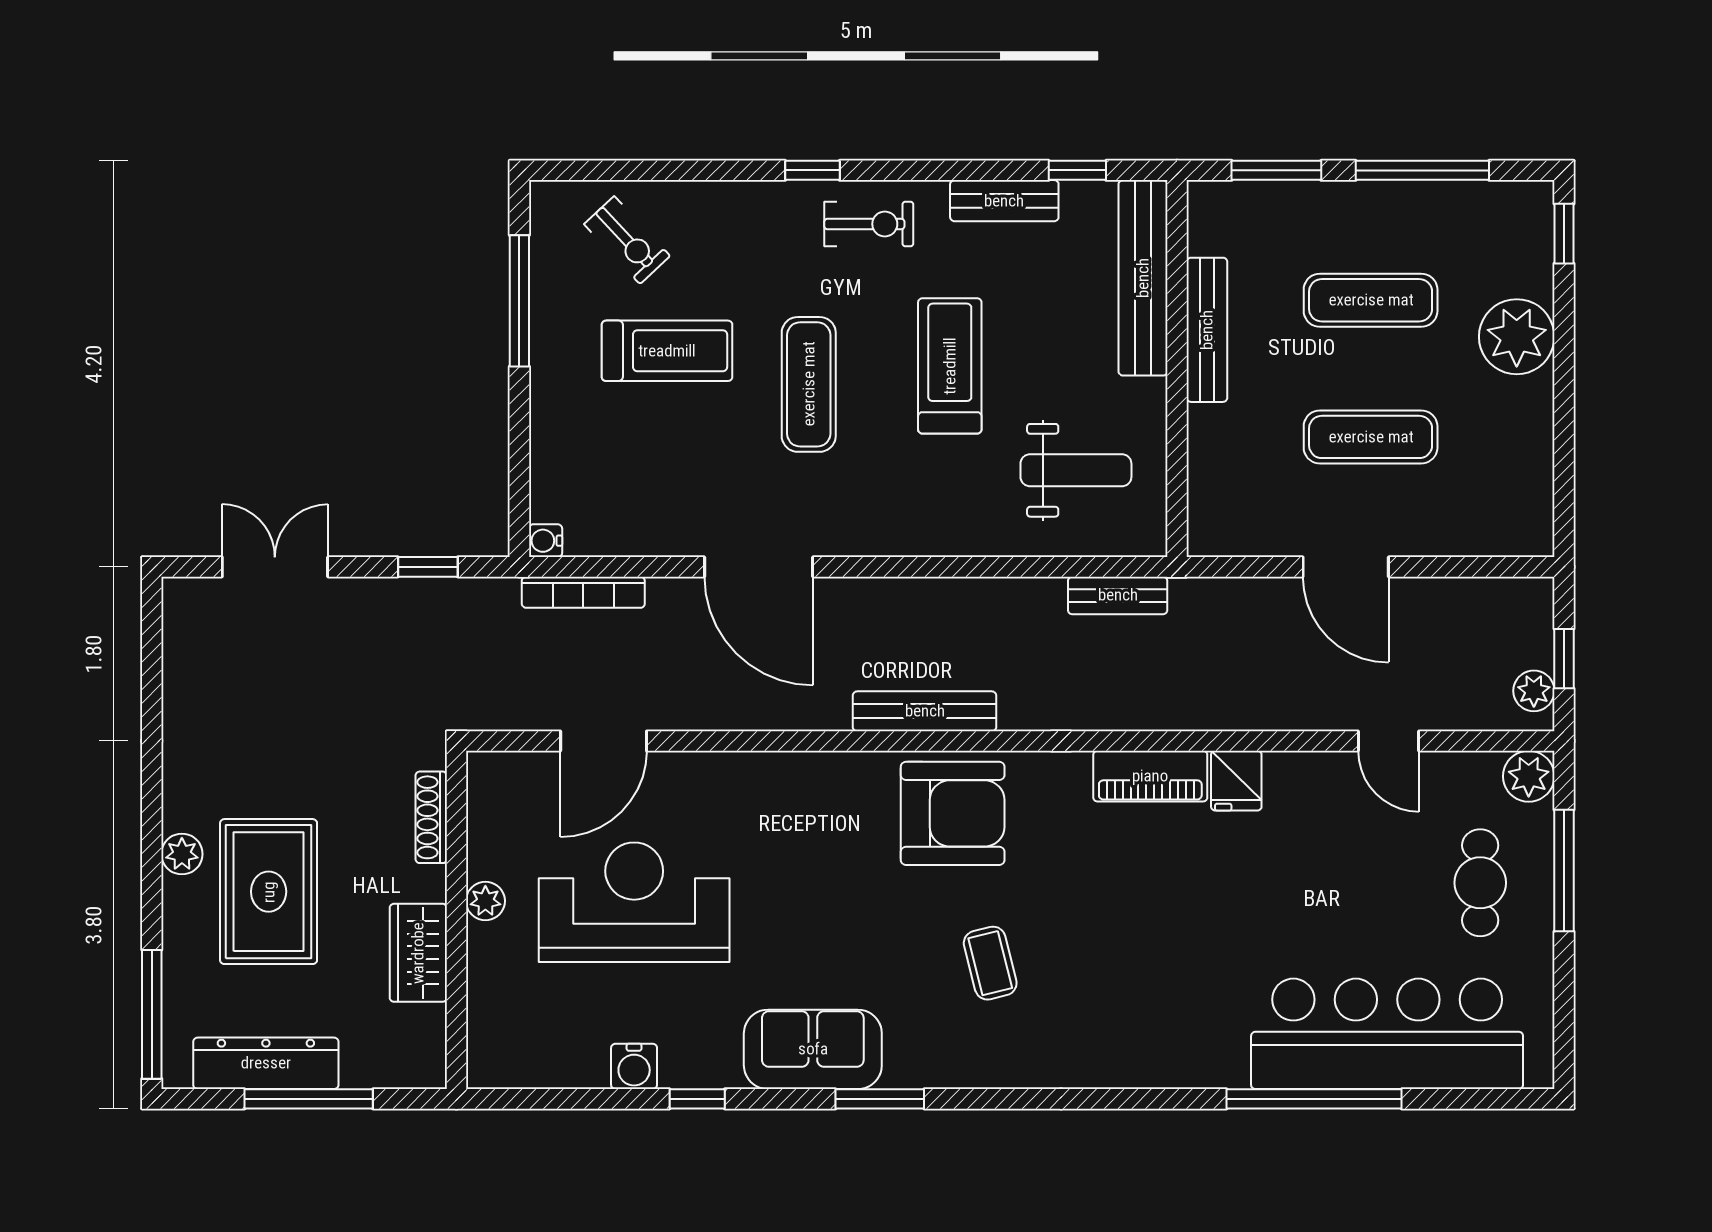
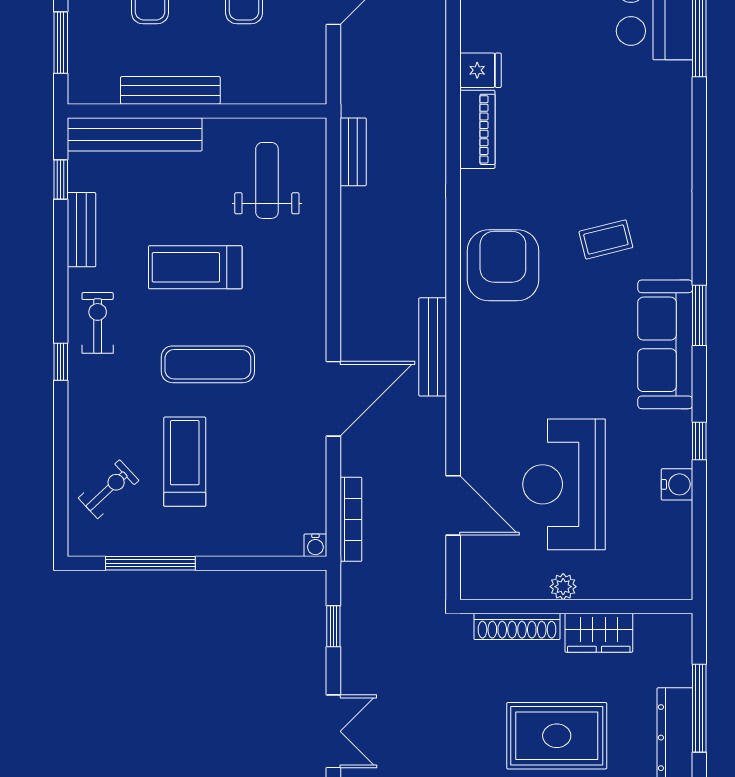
double door: (275, 567) -> (333, 731), swing flipped
bench: (925, 711) -> (433, 347), moved
shoe rack: (431, 817) -> (517, 626), width x1.36, depth x1.24
sofa: (813, 1049) -> (665, 344), width x1.36

